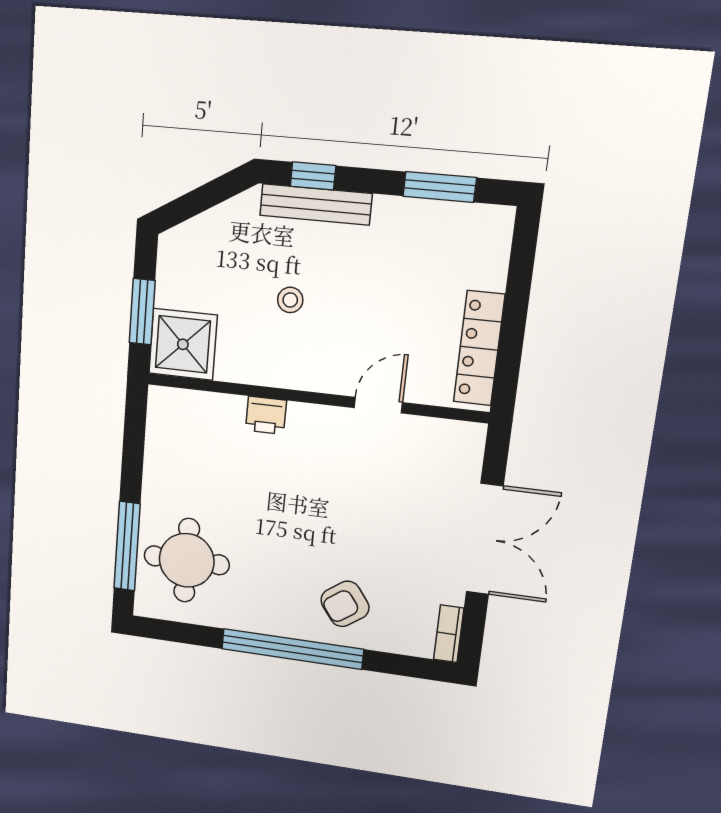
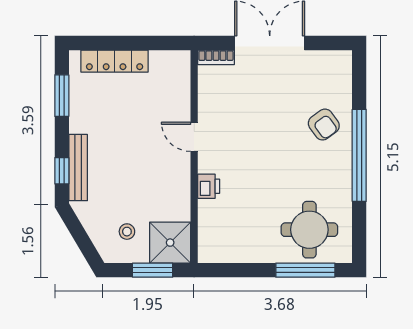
stool: (290, 300) -> (127, 232), moved
locker: (479, 348) -> (115, 61), moved
door: (378, 405) -> (194, 137), moved
bookcase: (449, 634) -> (216, 57), moved

